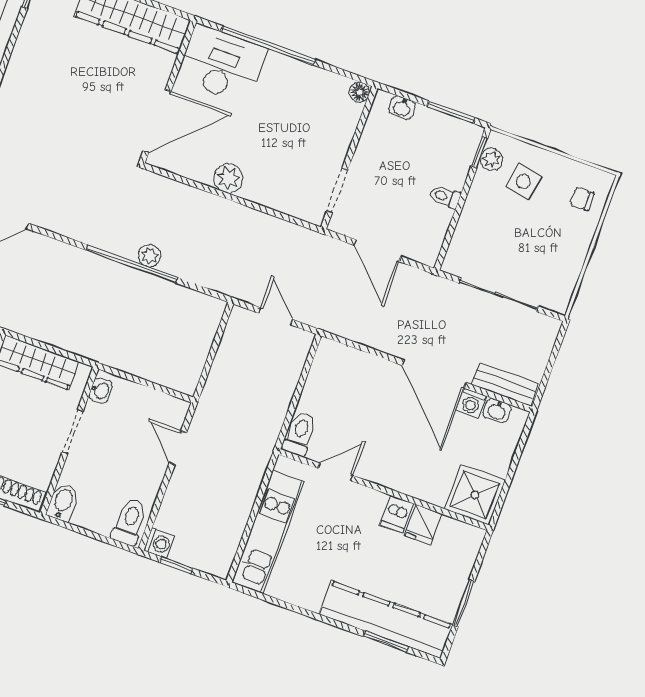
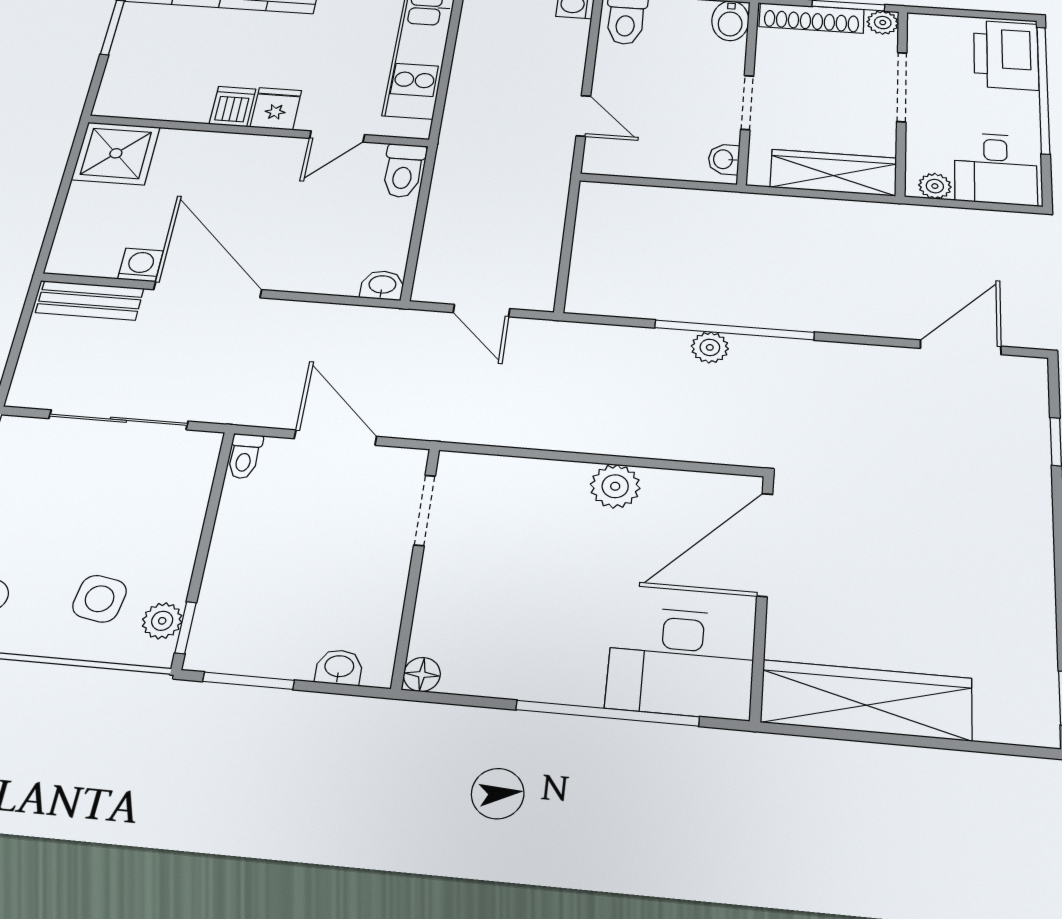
toilet: (445, 197) -> (244, 456), moved, turned 90
washbasin: (497, 411) -> (382, 285), moved
fridge: (423, 525) -> (276, 109), moved

